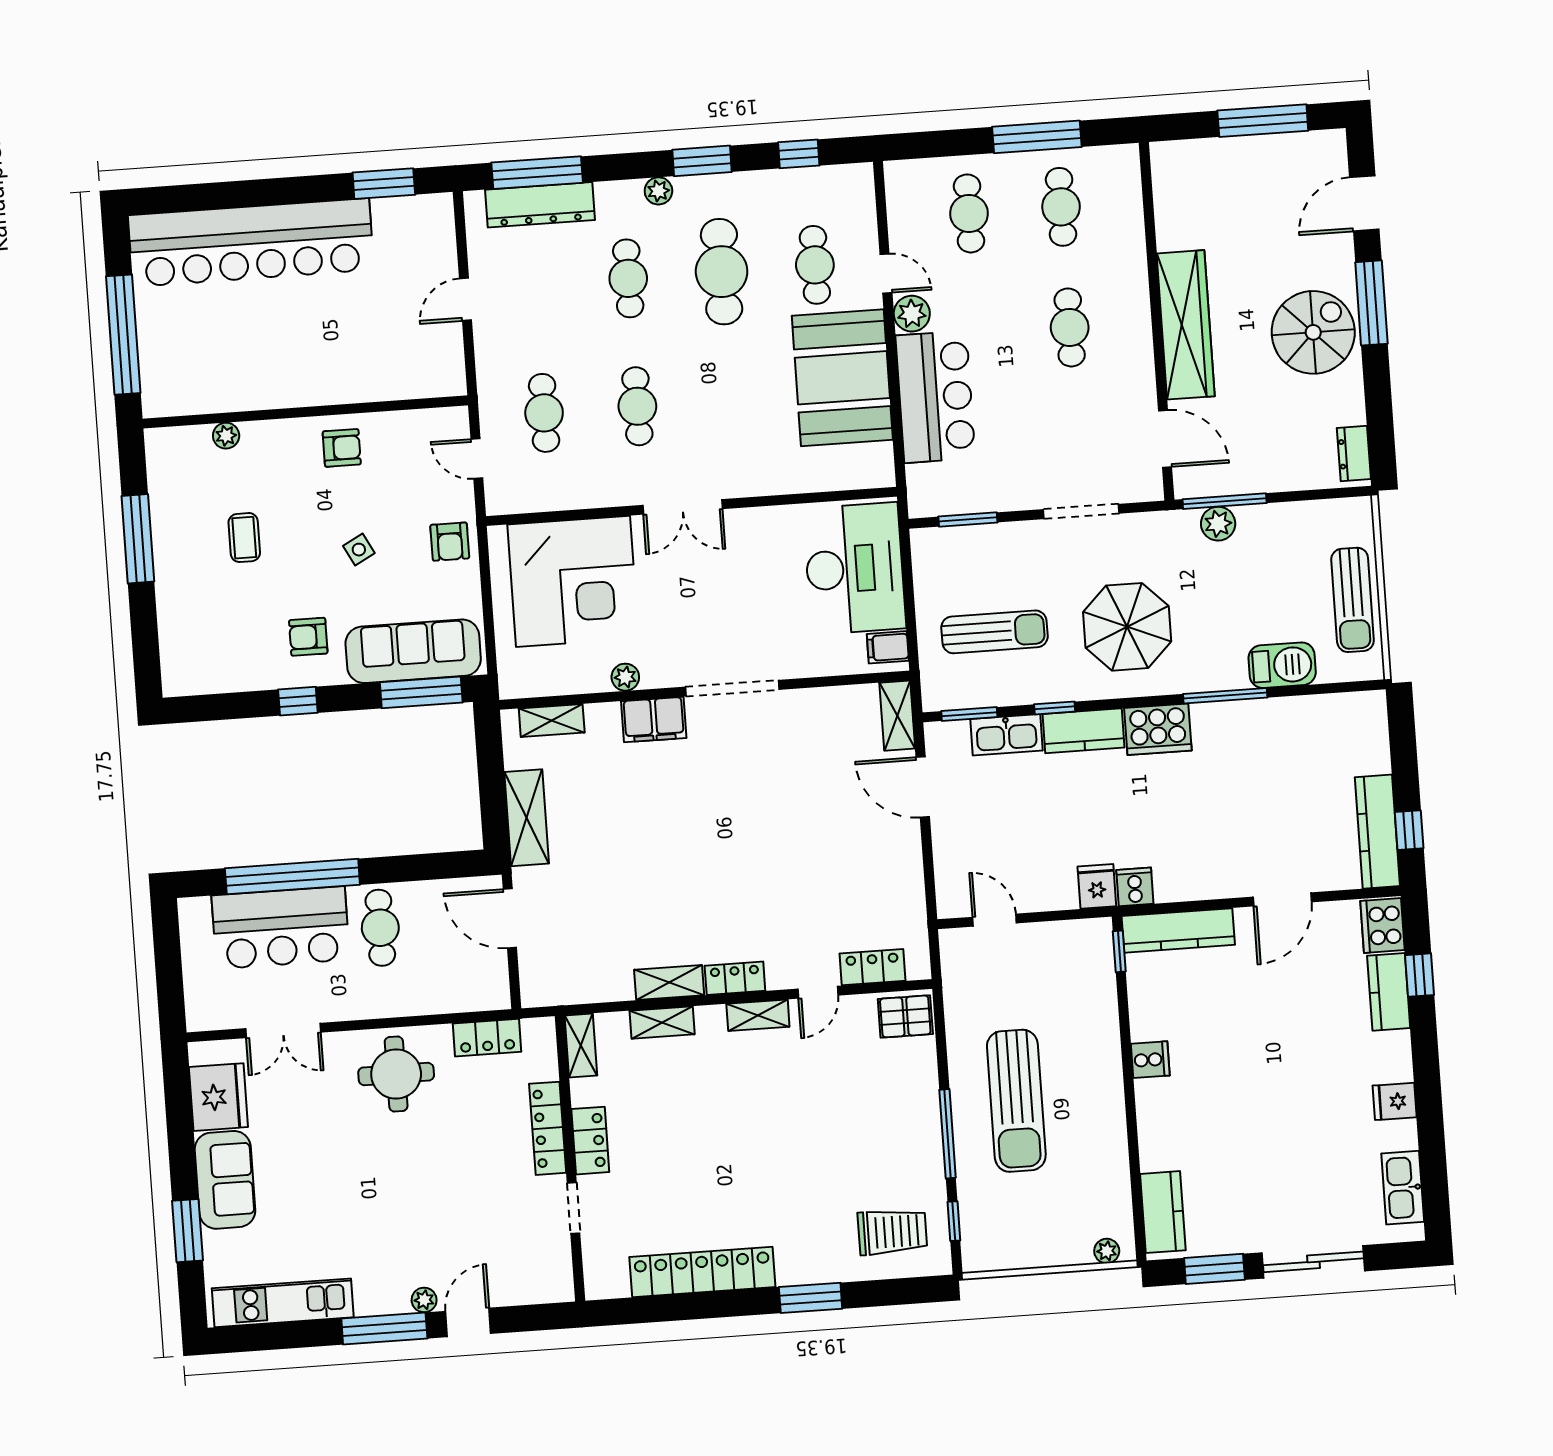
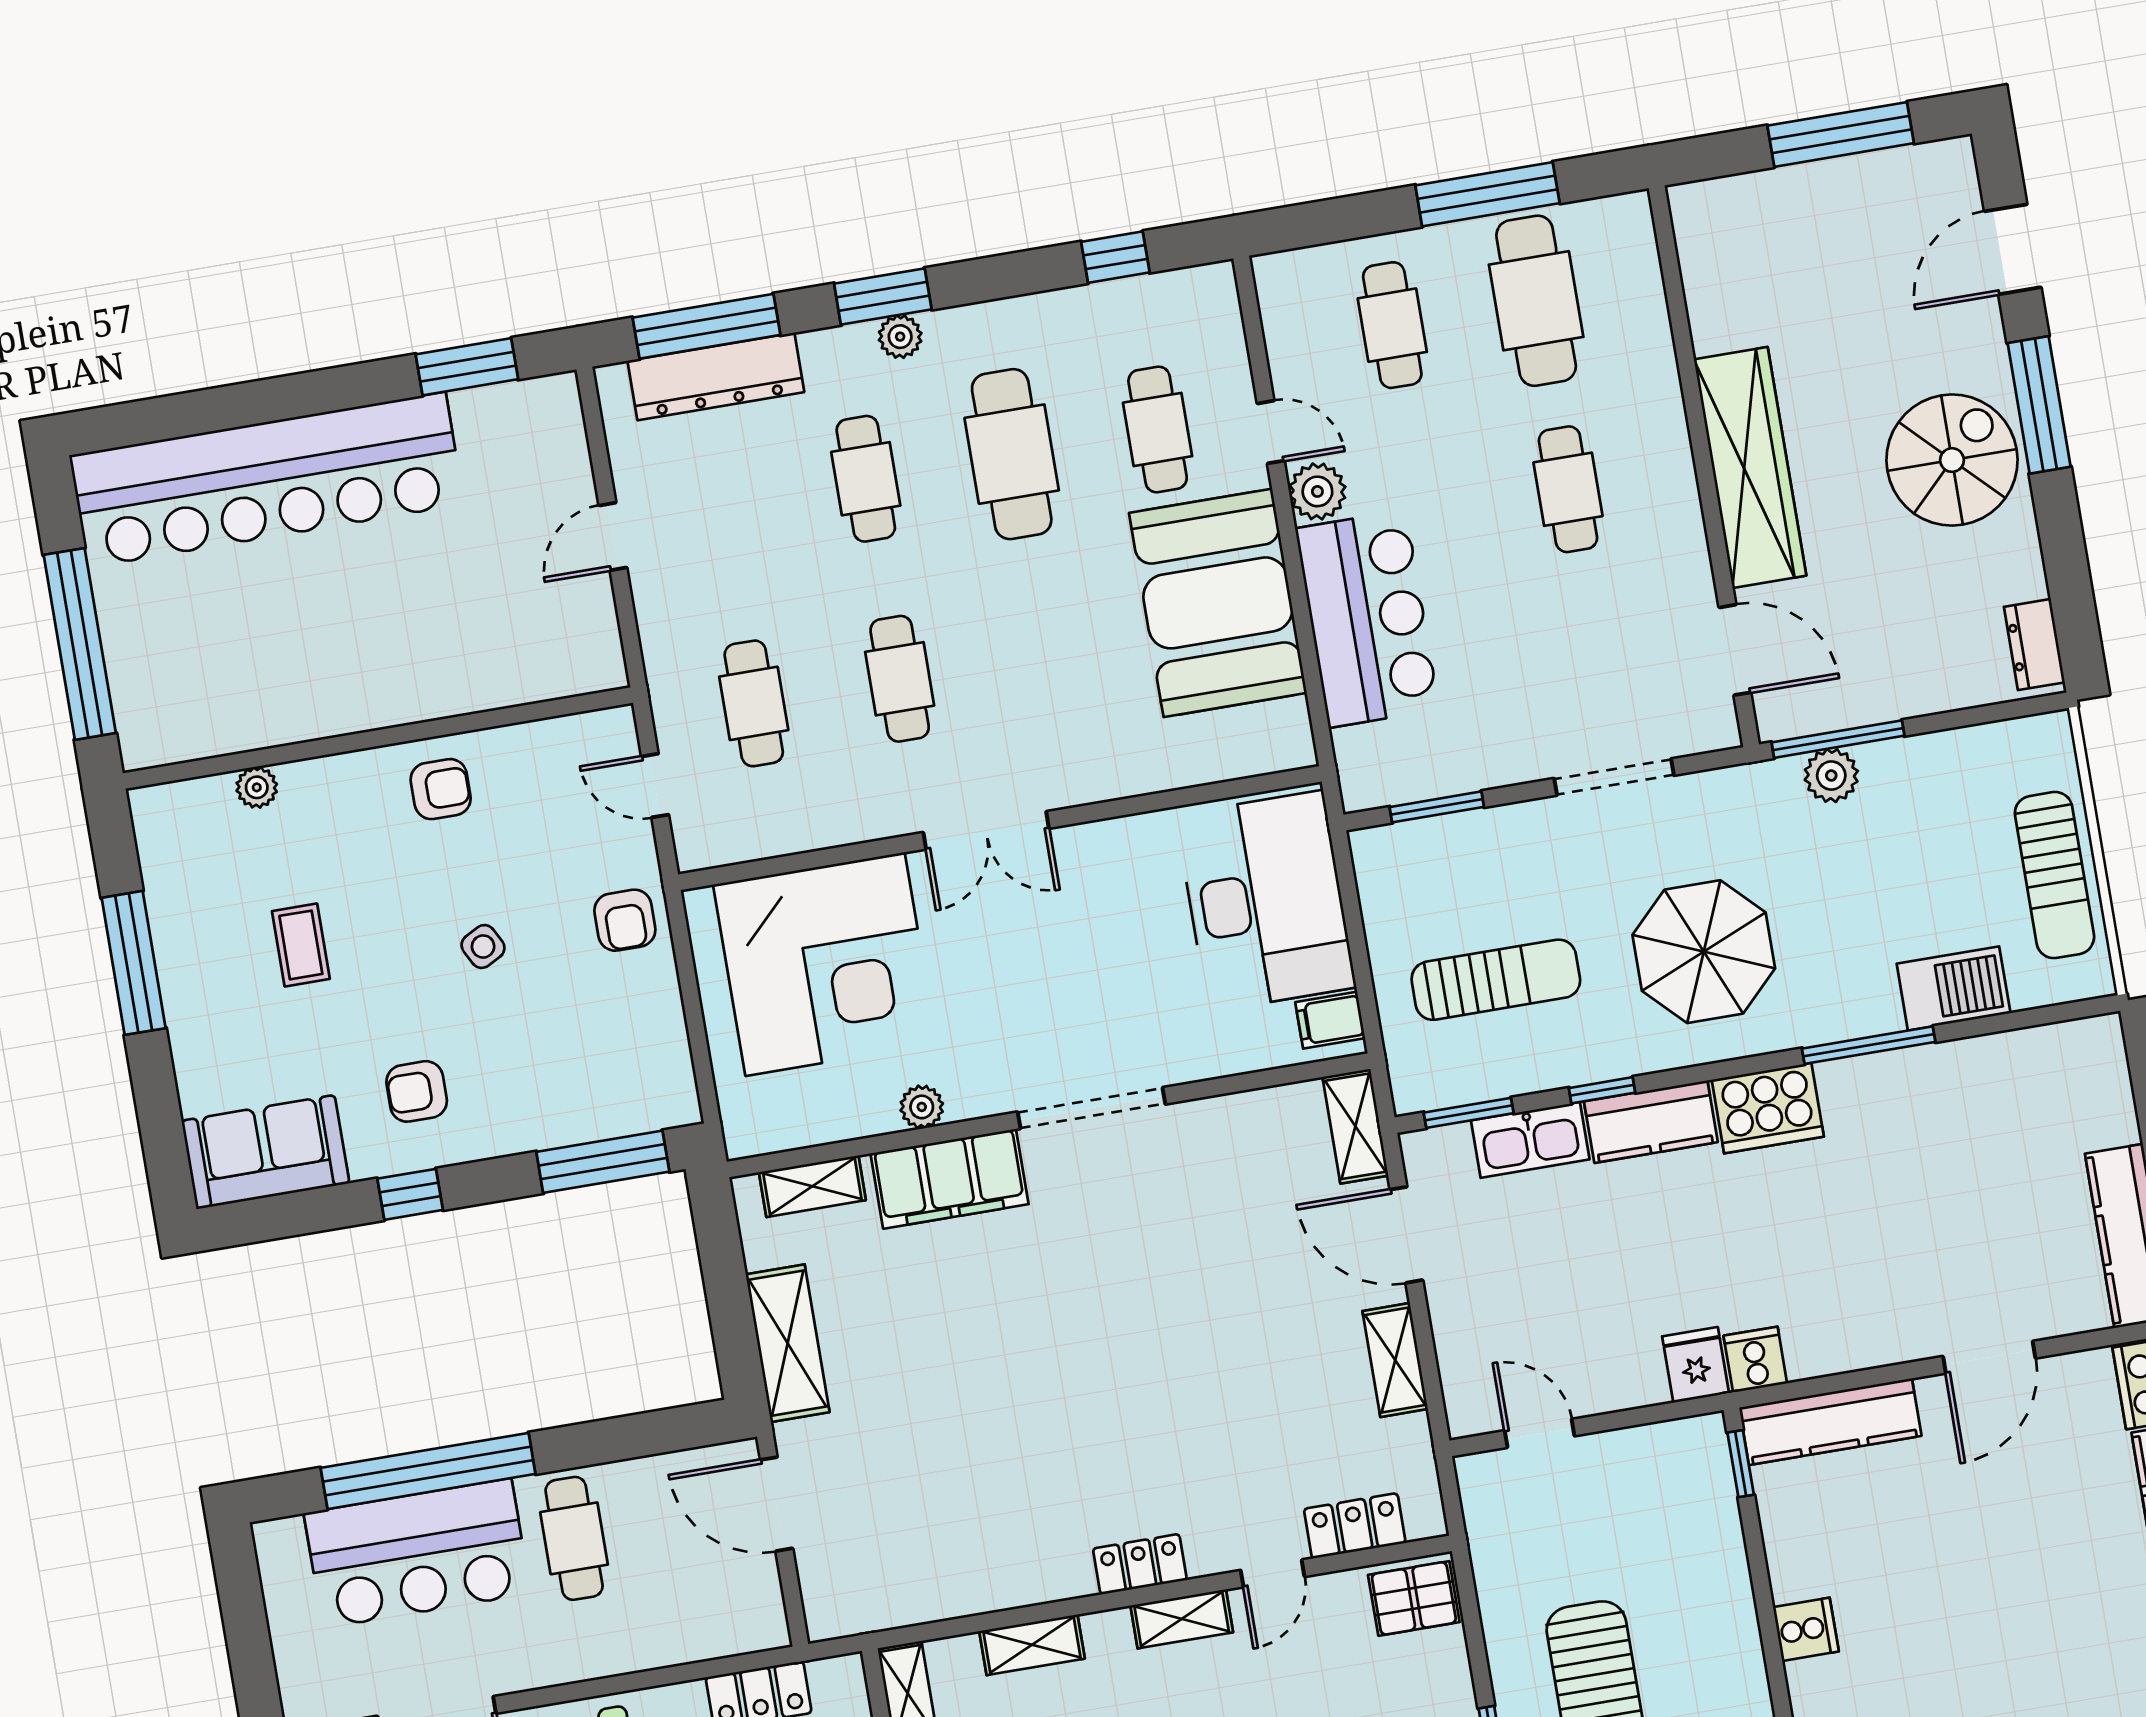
window: (702, 161) -> (883, 296), moved
cafe table: (1061, 207) -> (1536, 301), width x1.37, depth x1.35
sofa: (413, 651) -> (265, 1152), moved, width x0.73
filing cabinet: (654, 720) -> (950, 1179), width x1.50, depth x1.17
shelving: (669, 983) -> (1395, 1360), moved, turned 90

